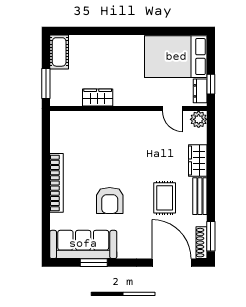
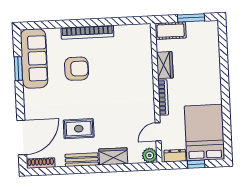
cot: (59, 52) -> (171, 31), moved
window: (46, 84) -> (191, 18), moved
window: (211, 84) -> (196, 164), moved
bookcase: (134, 101) -> (163, 97), added
armchair: (110, 200) -> (77, 69), moved, turned 180
window: (211, 236) -> (47, 171), removed

